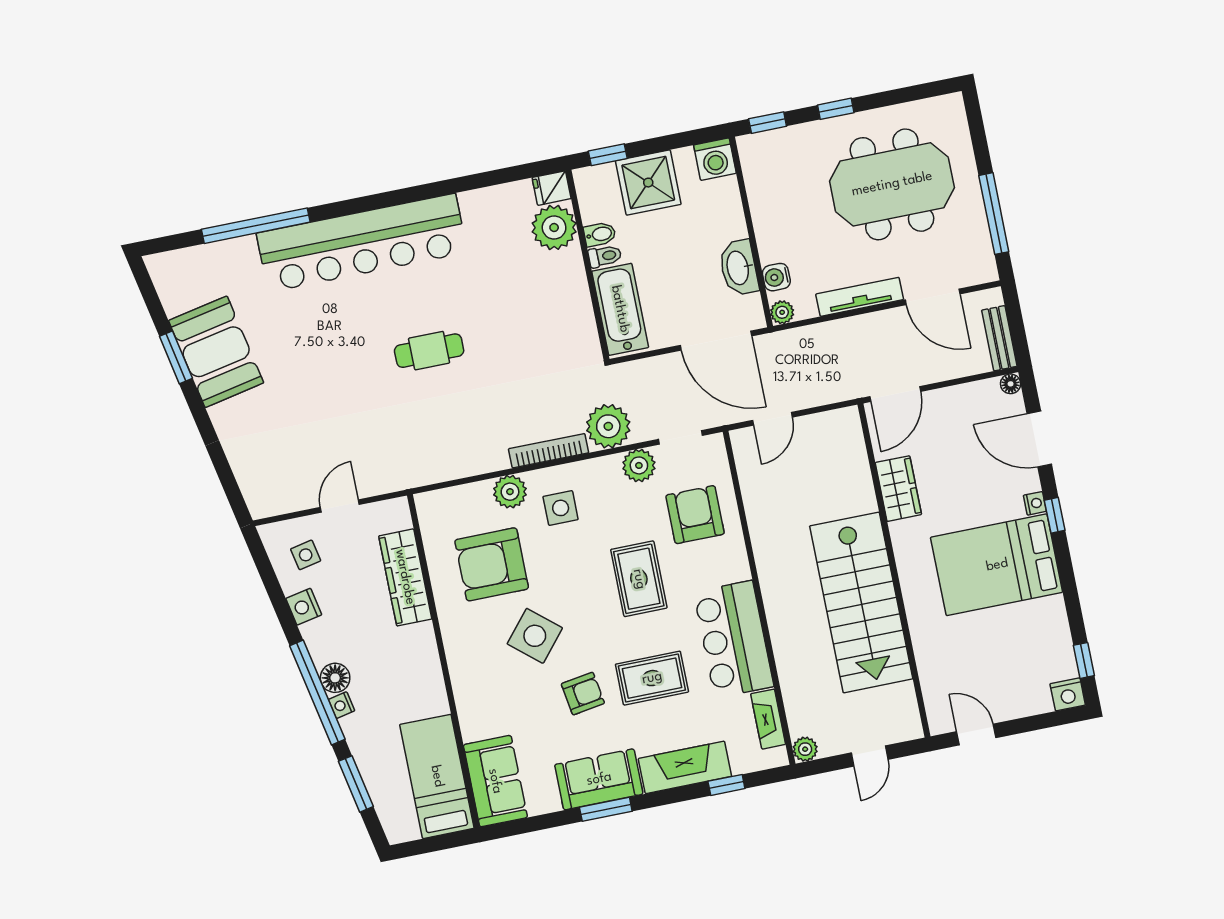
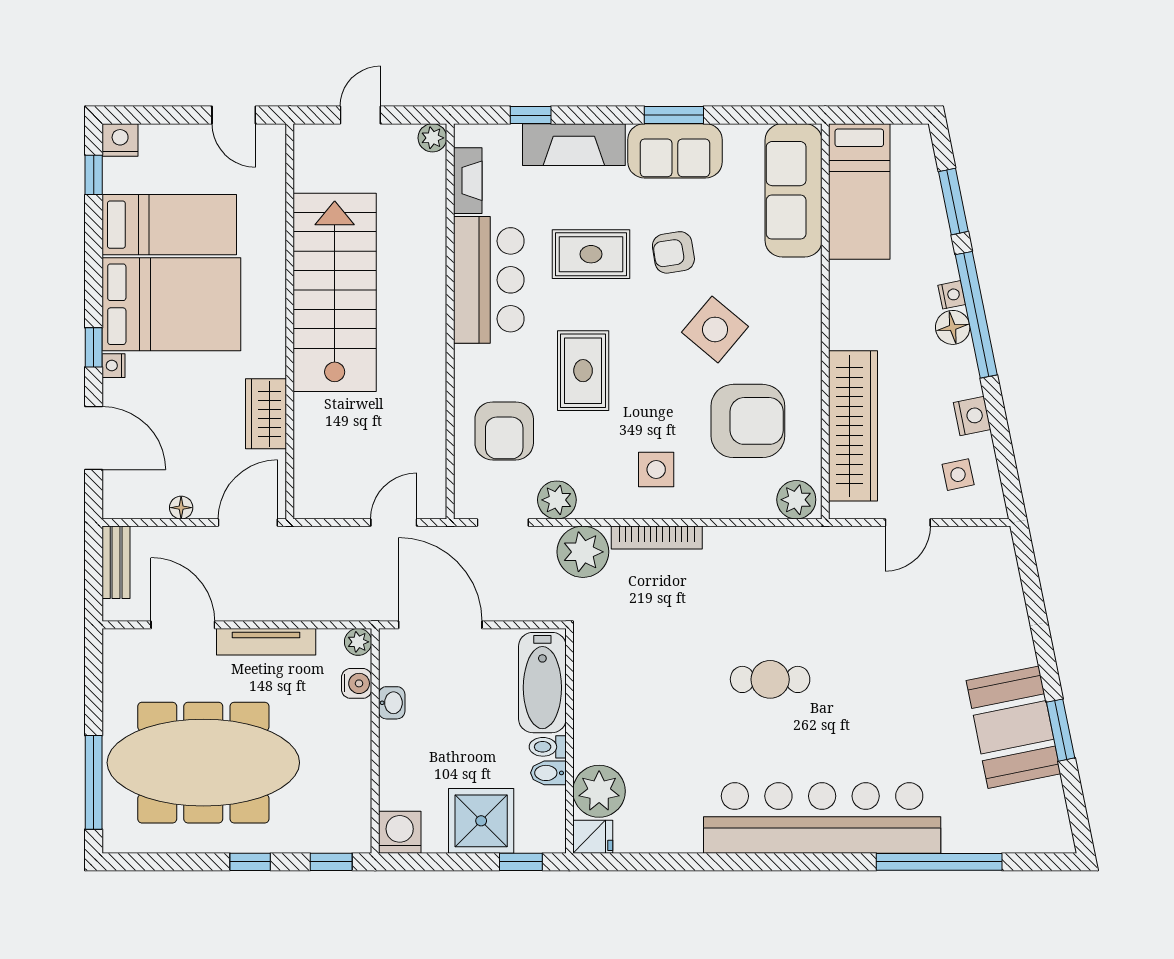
meeting table: (892, 184) -> (203, 763), width x1.36
window: (994, 214) -> (94, 782), moved
washbasin: (739, 268) -> (392, 703), width x0.52, depth x0.69
floor lamp: (1011, 384) -> (181, 508), moved
plant: (510, 492) -> (796, 500), moved
wardrobe: (405, 577) -> (853, 426), width x1.40, depth x1.17
bed: (1012, 631) -> (169, 225), added
sofa: (495, 781) -> (793, 190), width x1.36

